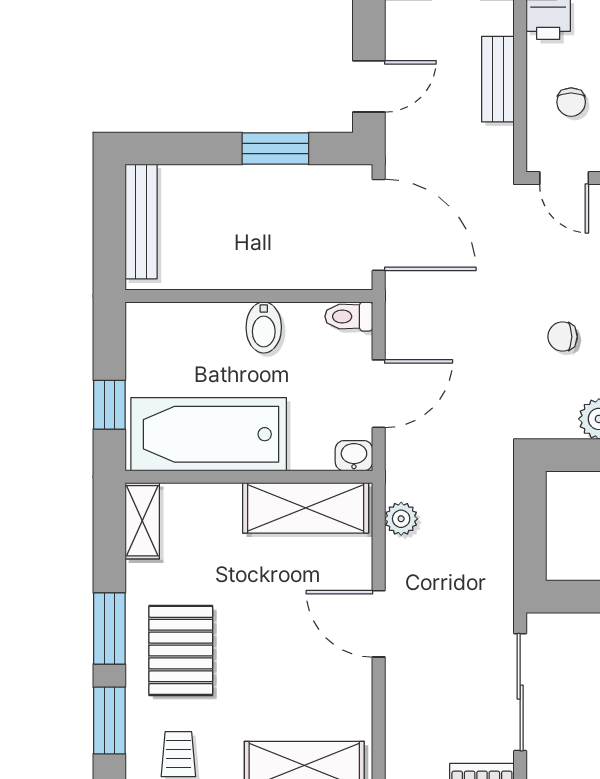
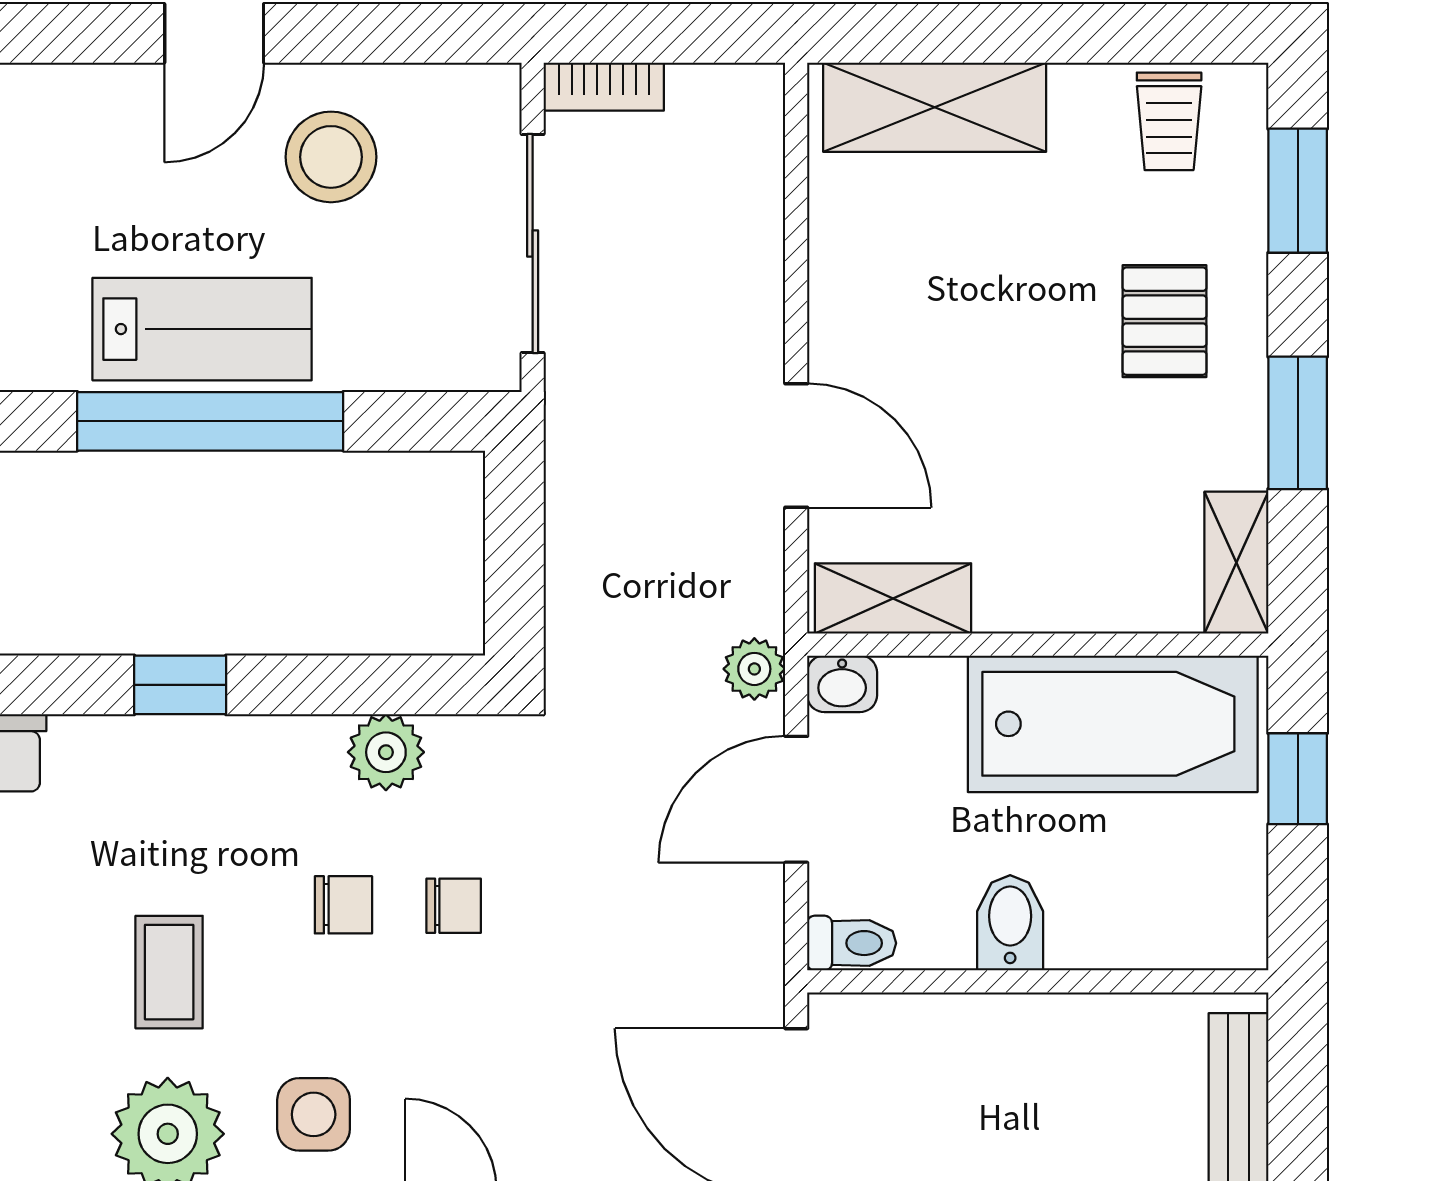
shelving: (306, 508) -> (893, 598), width x0.67, depth x0.75
plant: (401, 519) -> (754, 669), moved
door: (379, 624) -> (796, 445), moved
window: (109, 628) -> (1298, 423), moved
pallet: (181, 650) -> (1165, 321), width x0.67, depth x0.71

